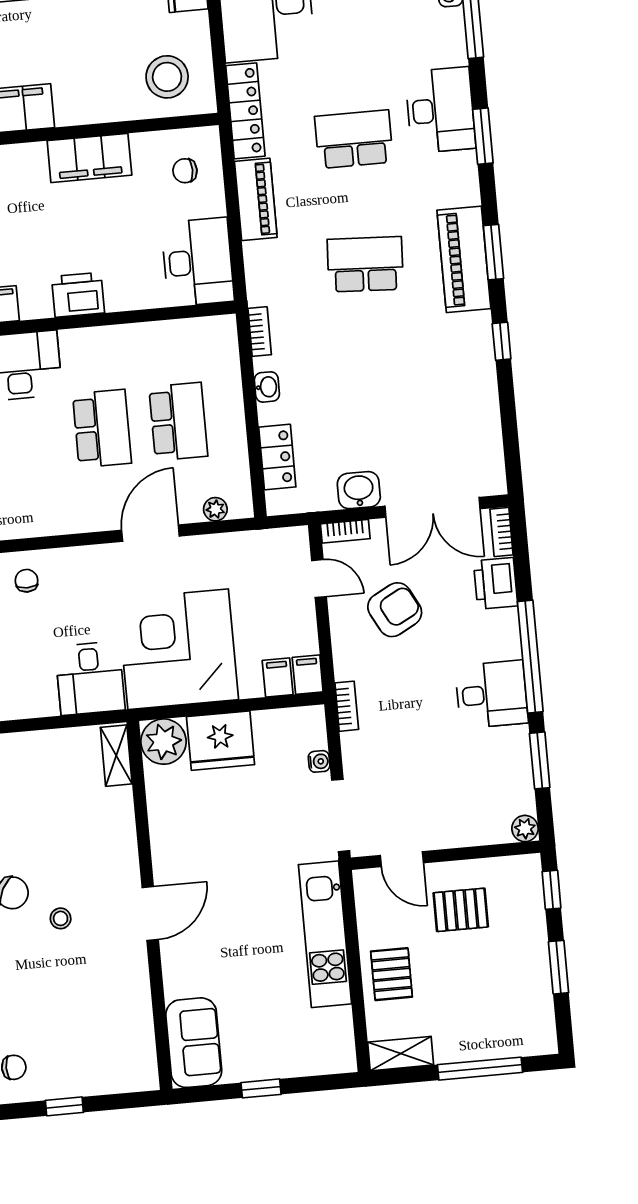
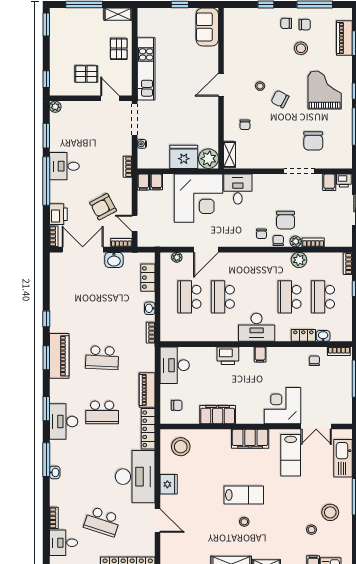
chair: (87, 827) -> (245, 125), added
window: (559, 967) -> (46, 24), moved

